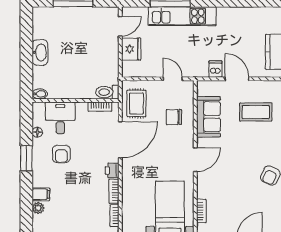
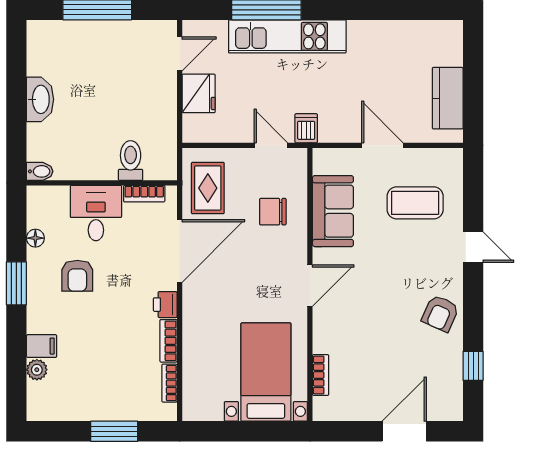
dishwasher: (215, 69) -> (306, 128), moved
toilet: (107, 92) -> (131, 160), moved, turned 90
desk: (60, 118) -> (96, 213), moved

